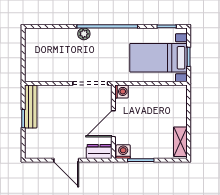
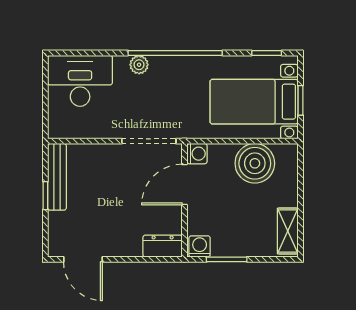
desk: (46, 44) -> (80, 81), added
boiler: (159, 98) -> (255, 163), added
door: (113, 124) -> (184, 185), moved
door: (66, 160) -> (83, 259), moved

